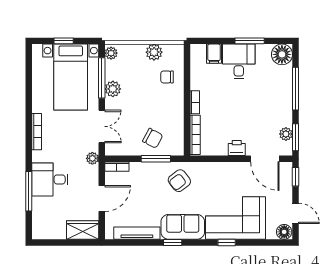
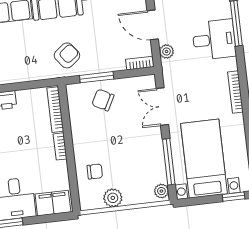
window: (64, 41) -> (234, 197), moved
filing cabinet: (214, 54) -> (53, 203), width x2.00
plant: (113, 89) -> (155, 151), removed
plant: (92, 158) -> (167, 51), moved
door: (102, 198) -> (153, 25), hinge flipped

